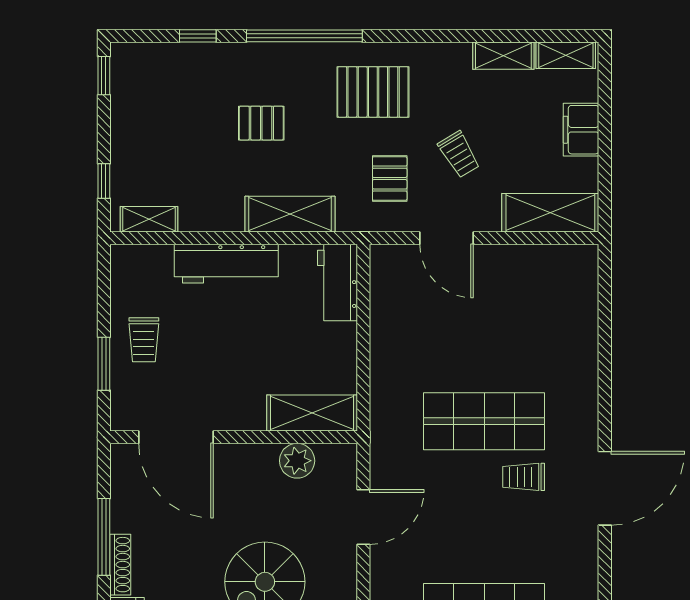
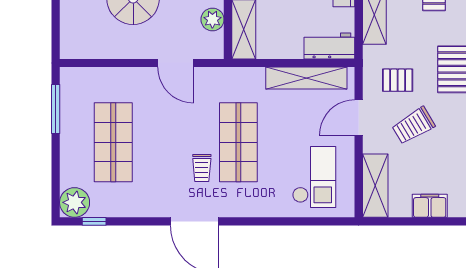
trolley: (459, 154) -> (413, 126), width x1.36, depth x1.39
checkout: (537, 306) -> (314, 177), added
shelving: (386, 318) -> (306, 78), added
trolley: (524, 477) -> (202, 168), turned 180

